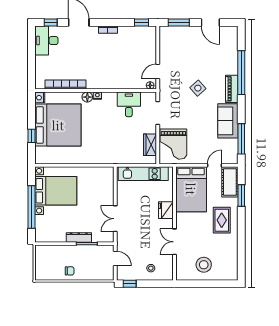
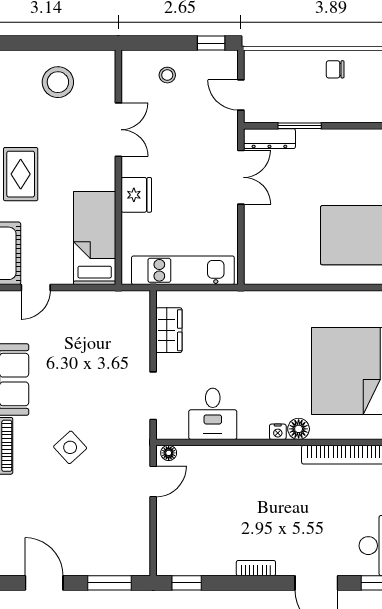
grand piano: (173, 144) -> (121, 332), removed
bed: (191, 189) -> (95, 238), width x0.67
dresser: (79, 237) -> (269, 139), moved

